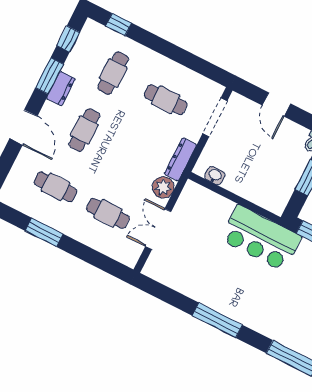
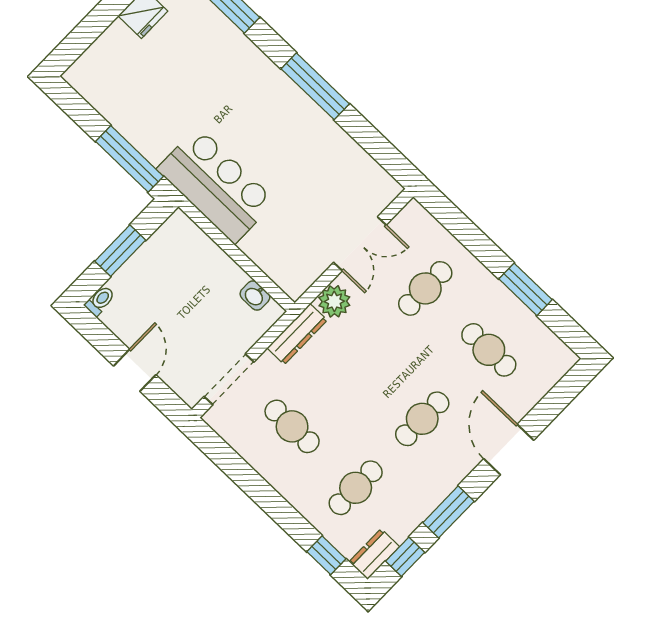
dresser: (61, 89) -> (374, 554), moved
cafe table: (108, 213) -> (425, 288), turned 90

